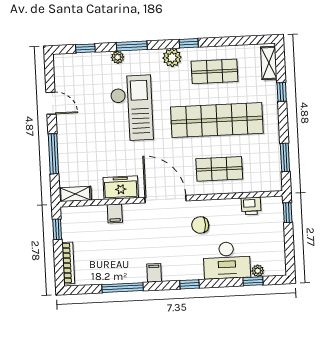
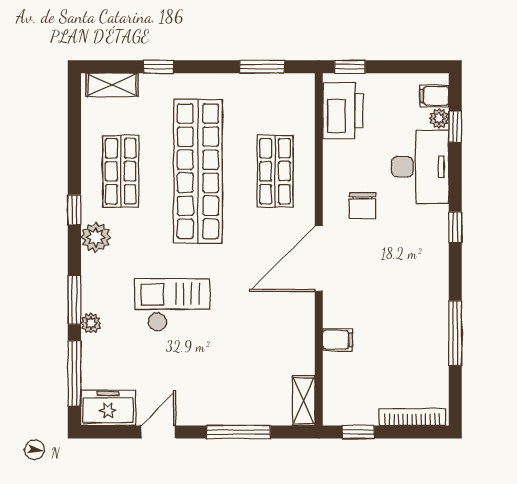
window: (85, 48) -> (74, 373), width x2.17
checkout: (132, 108) -> (172, 305), width x0.73, depth x0.83
freezer: (121, 188) -> (108, 408), moved, turned 90
printer: (251, 206) -> (343, 111), width x1.87, depth x1.48
filing cabinet: (154, 273) -> (434, 96), moved

